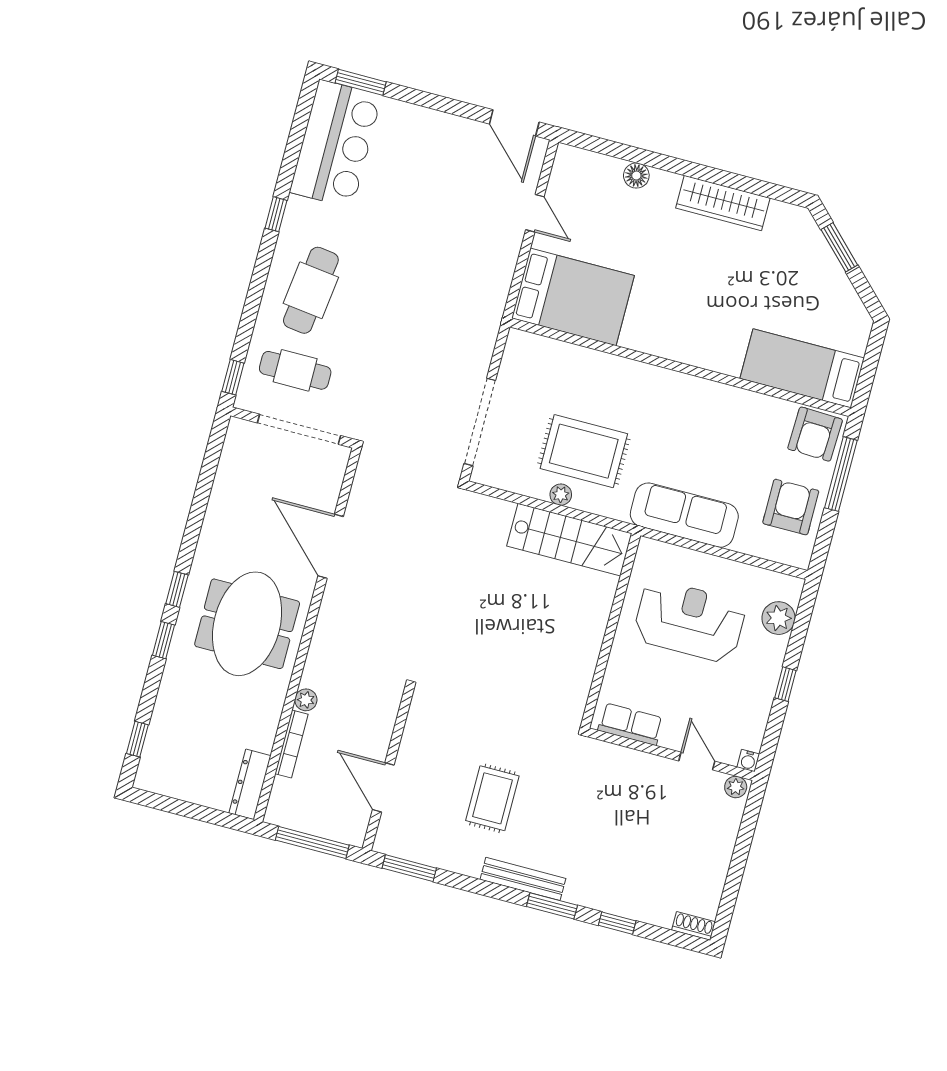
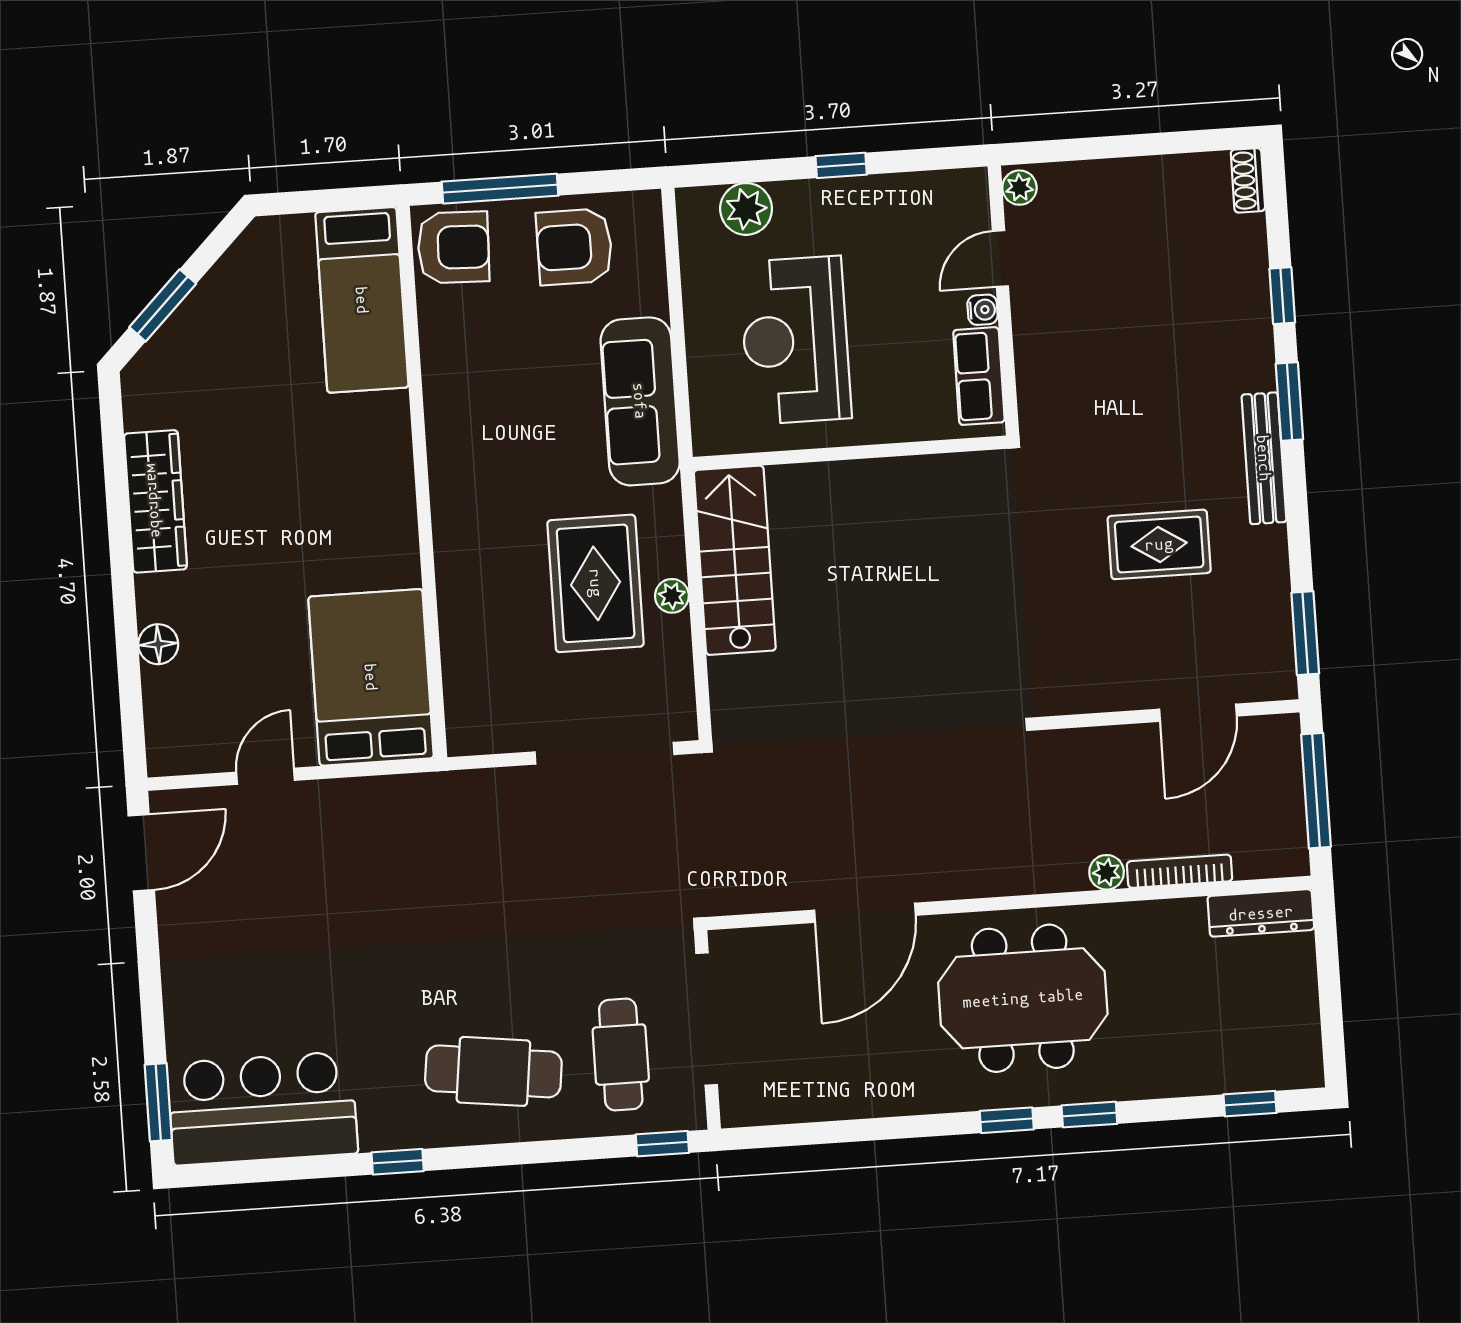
water cooler: (748, 761) -> (983, 310), moved

